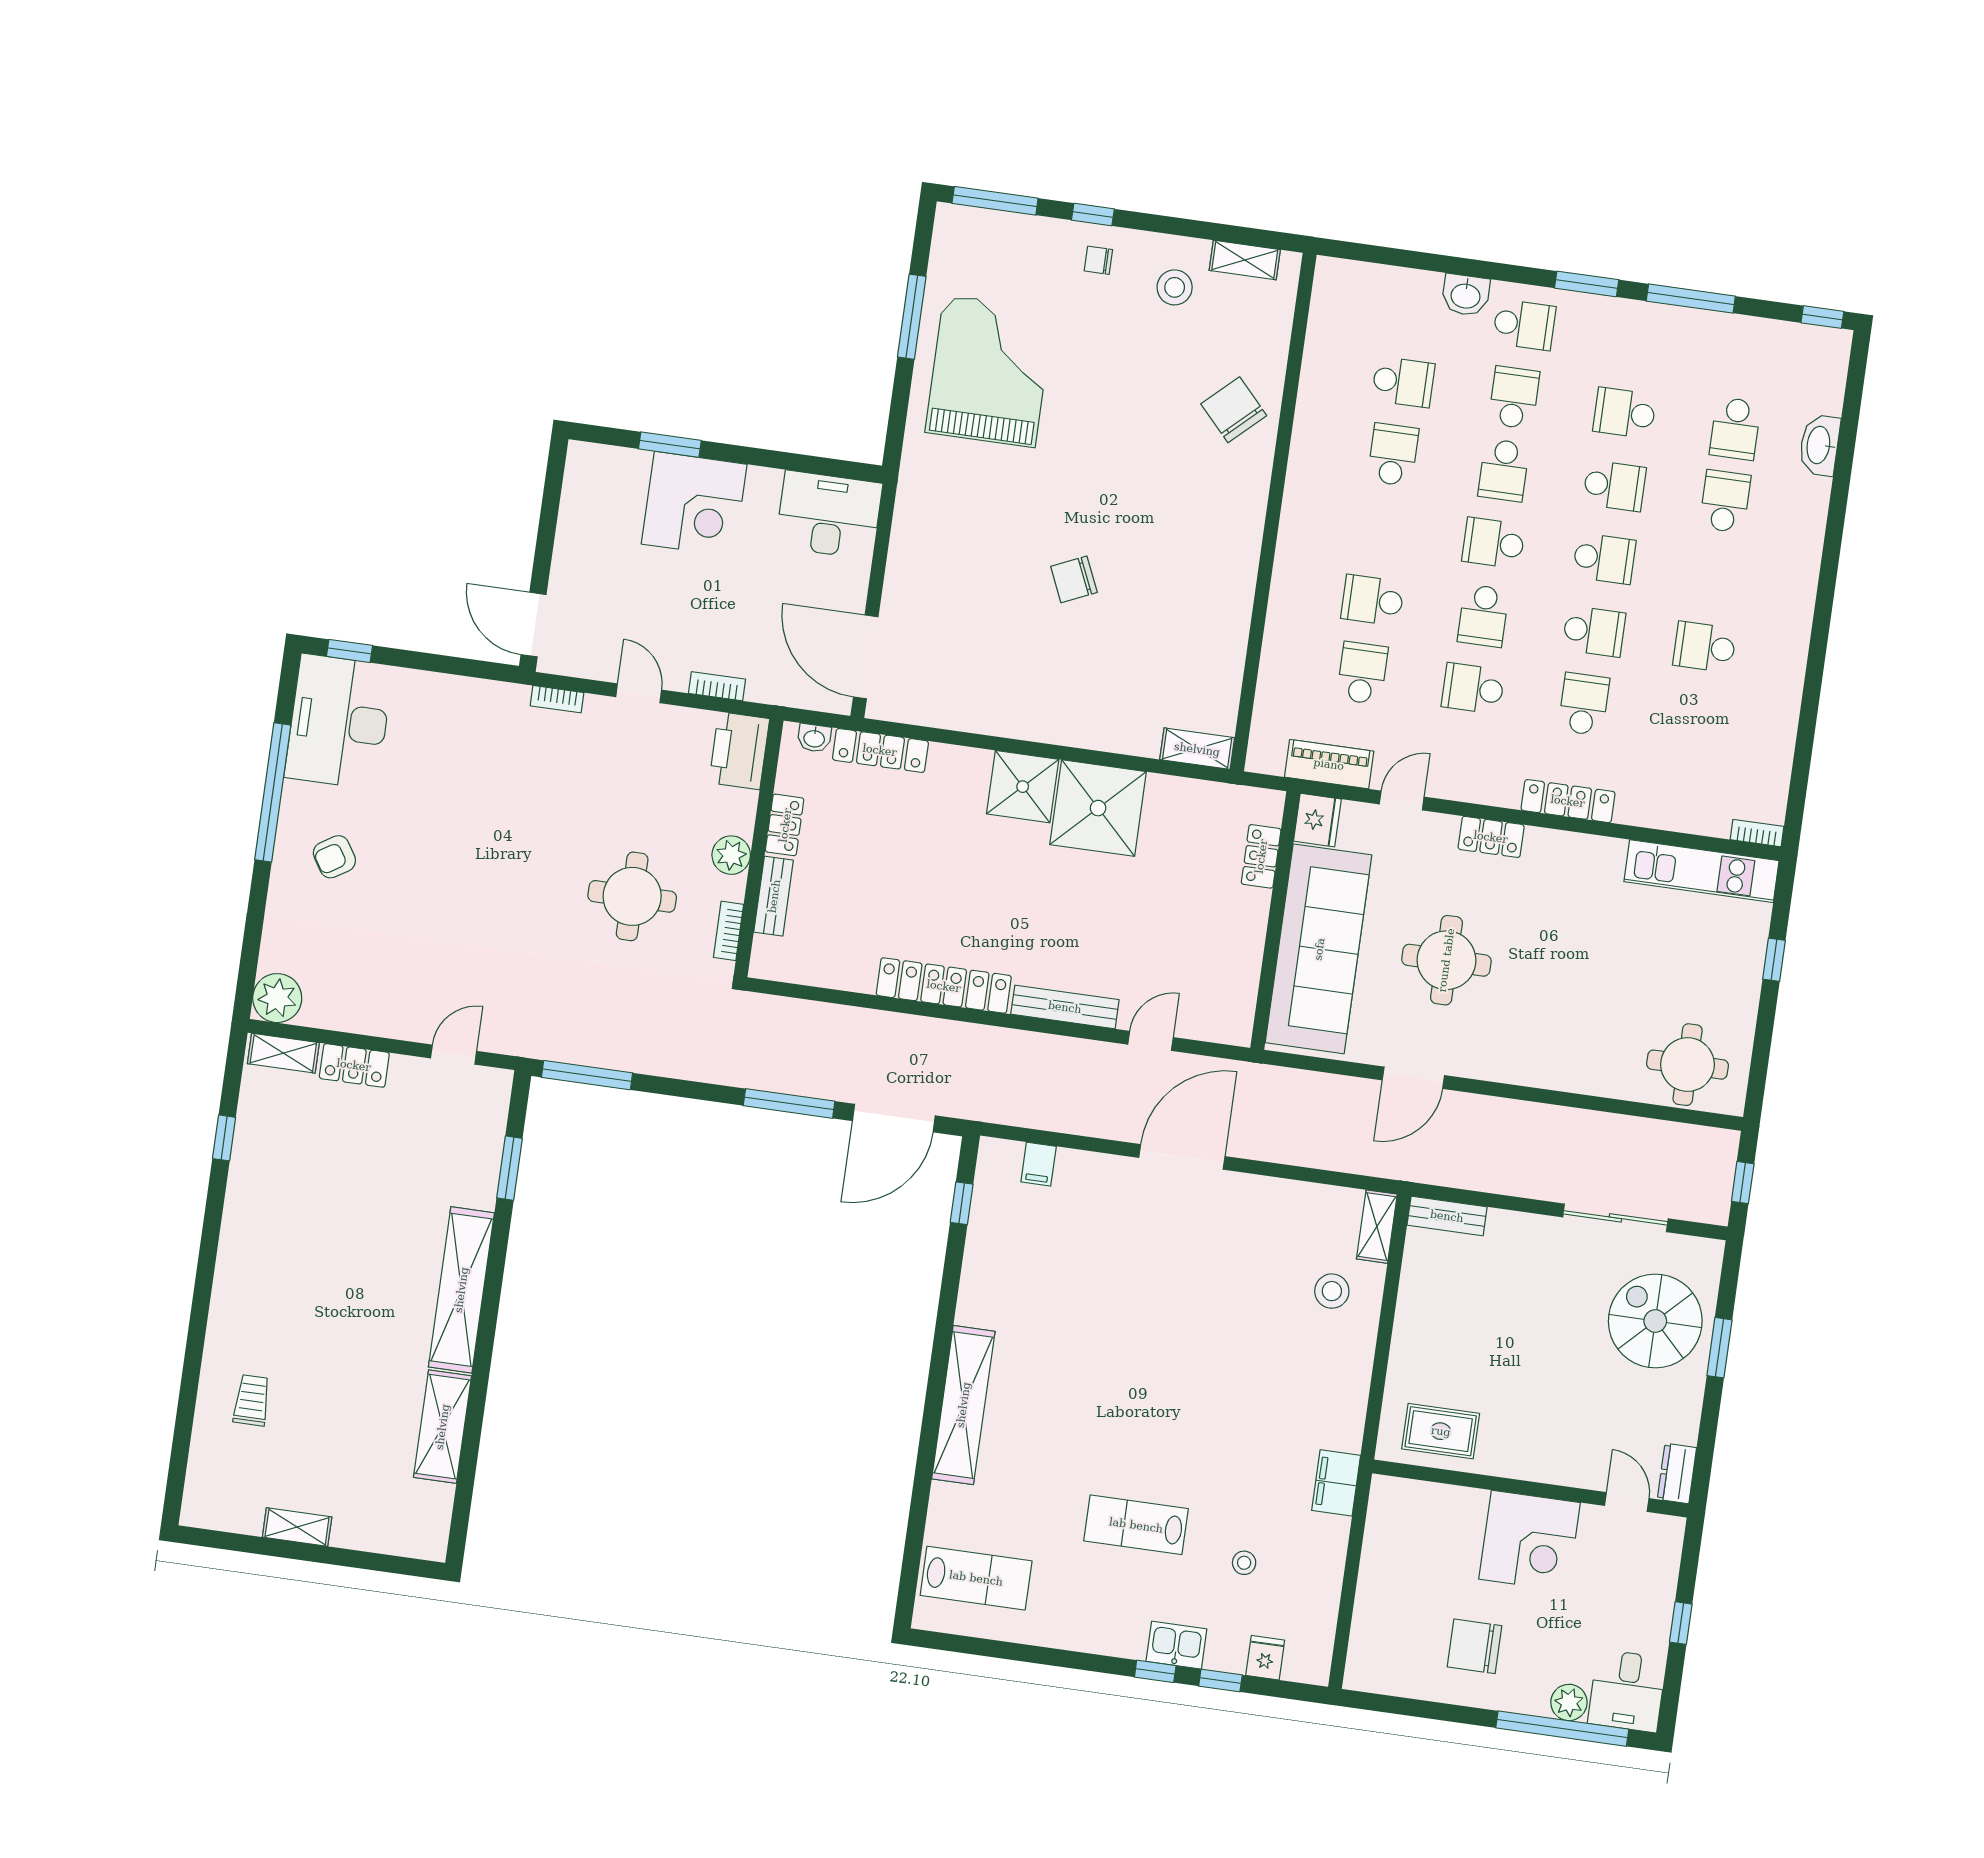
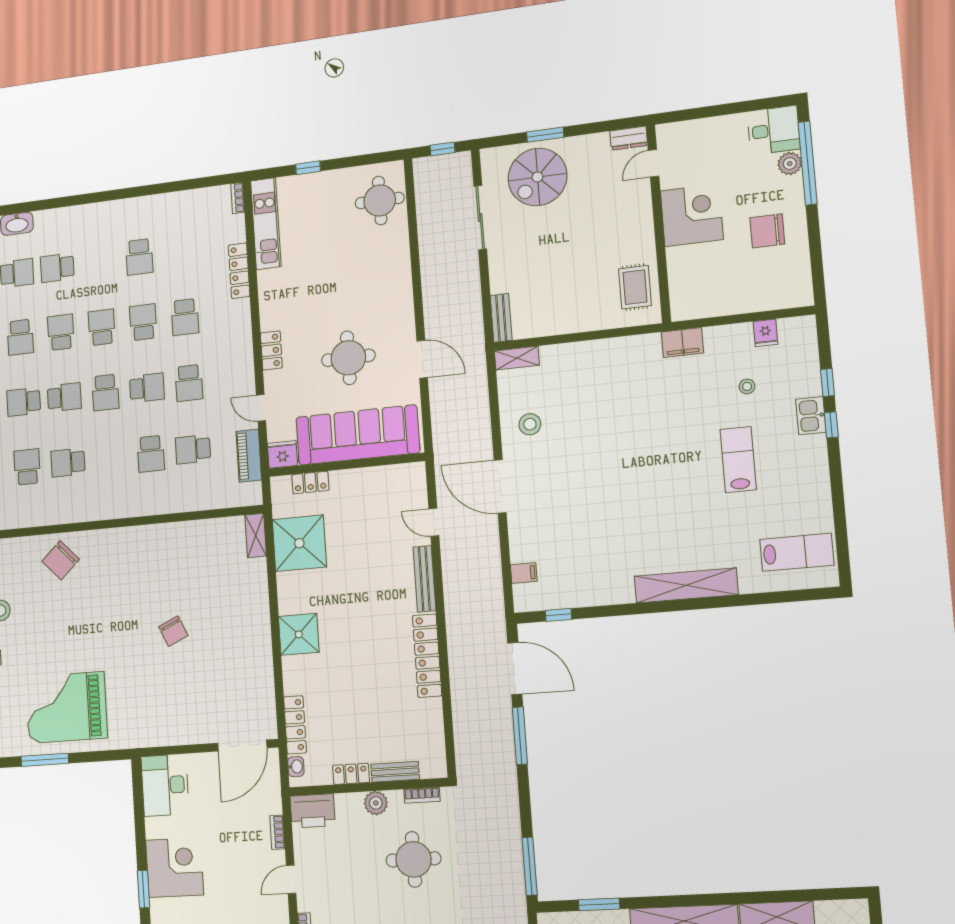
school desk: (1584, 704) -> (185, 317), turned -90
locker: (1568, 801) -> (239, 271), moved
shower: (1098, 808) -> (299, 543), moved
stool: (1332, 1291) -> (530, 424), moved
lab bench: (1136, 1525) -> (738, 460), turned 180
lab bench: (976, 1578) -> (797, 552), turned 90
window: (1681, 1623) -> (722, 110), removed
chair: (1475, 1646) -> (767, 231), turned 90
fridge: (1265, 1658) -> (765, 333), moved, turned -90

